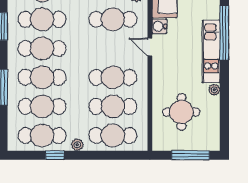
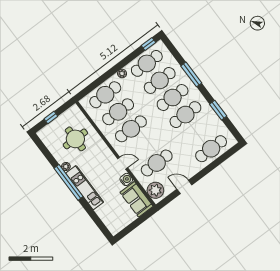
cafe table: (42, 19) -> (198, 132), removed
window: (224, 33) -> (69, 182), moved
window: (55, 155) -> (148, 44), moved
window: (190, 155) -> (51, 118), width x0.46

